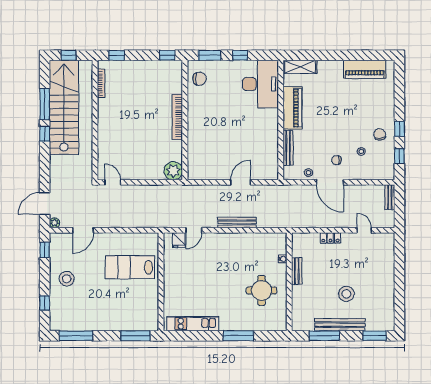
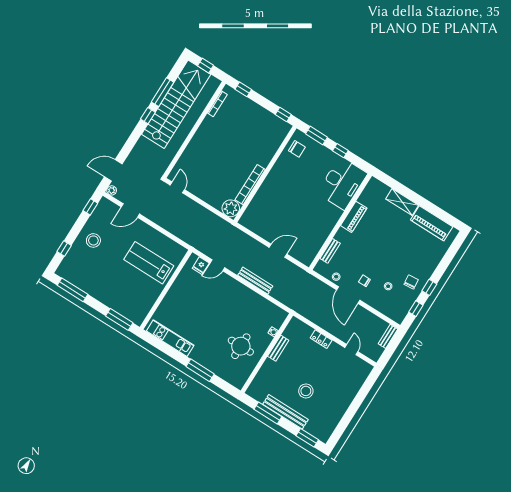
shelving: (300, 67) -> (402, 202), moved
piano: (292, 108) -> (354, 217), width x0.73, depth x0.75
bookcase: (177, 117) -> (250, 185), moved
bench: (288, 148) -> (330, 251), width x0.73

